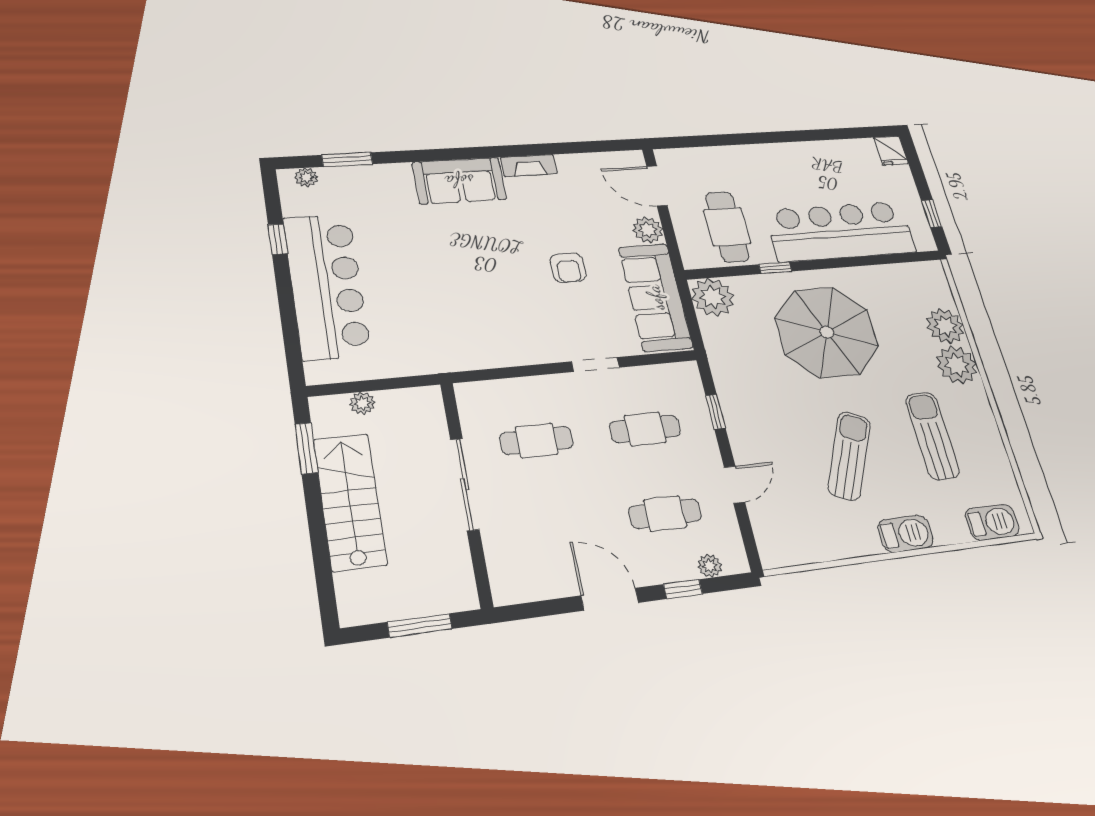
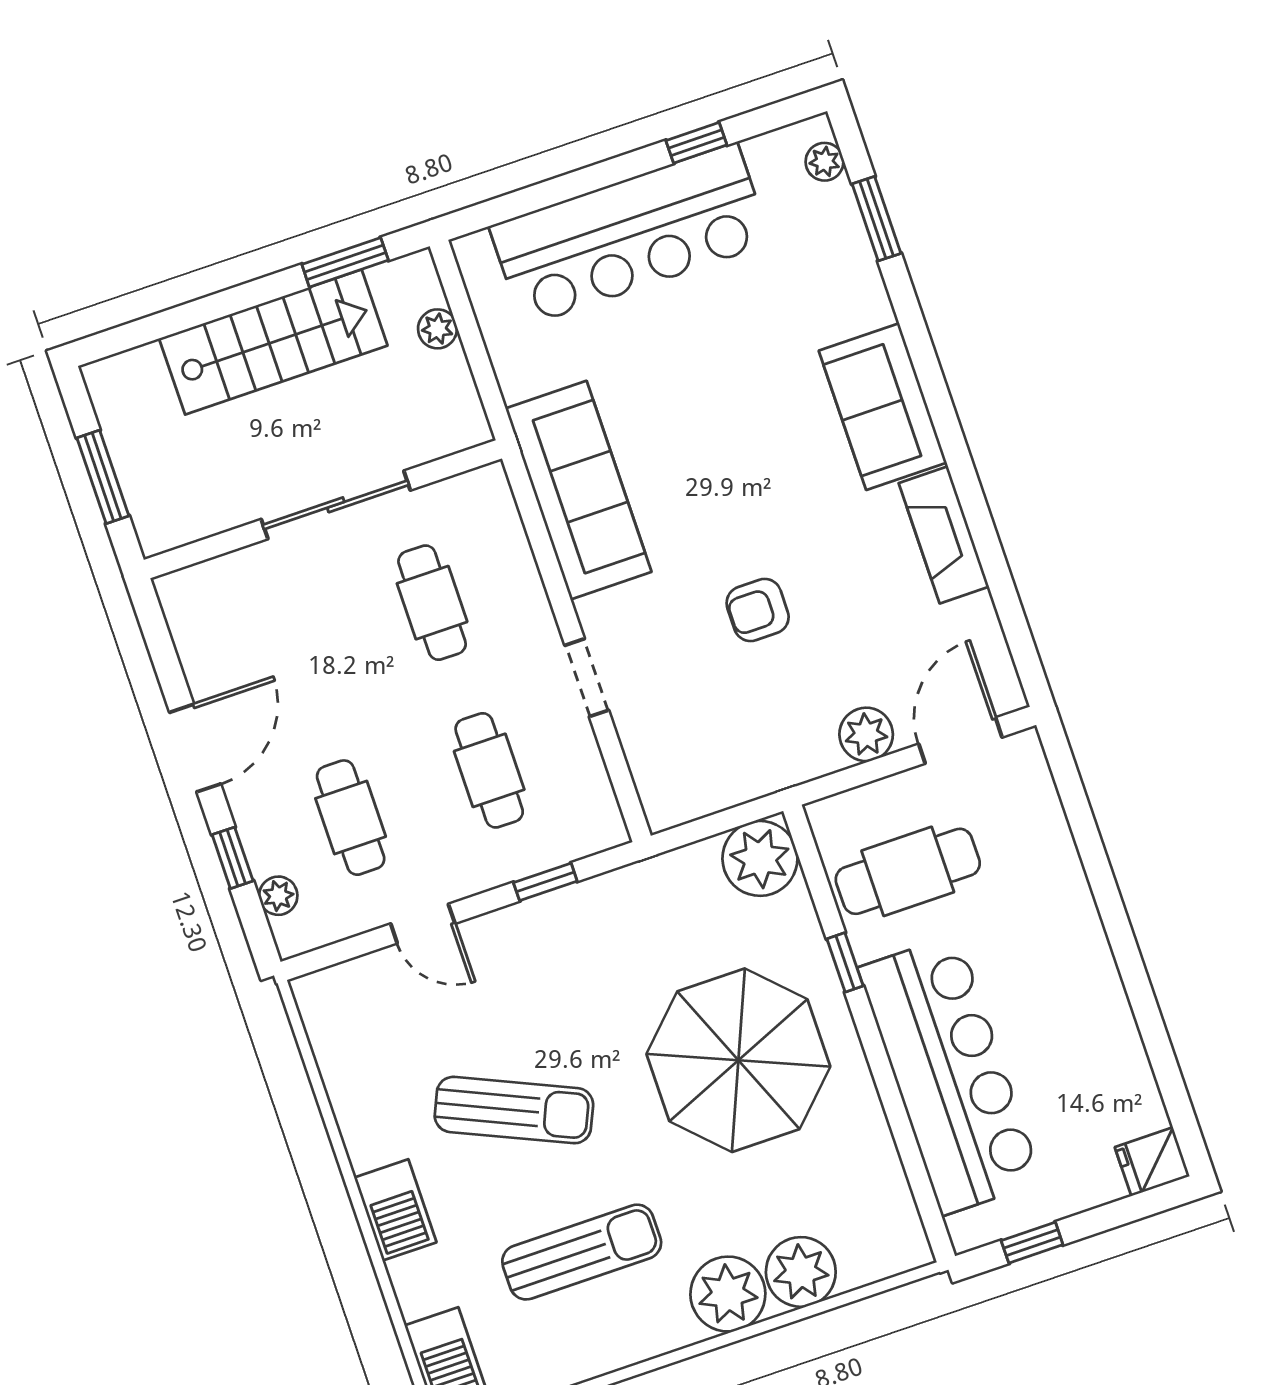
fireplace: (529, 166) -> (944, 535), width x1.37, depth x1.32
sofa: (655, 297) -> (578, 490), moved, turned 90

